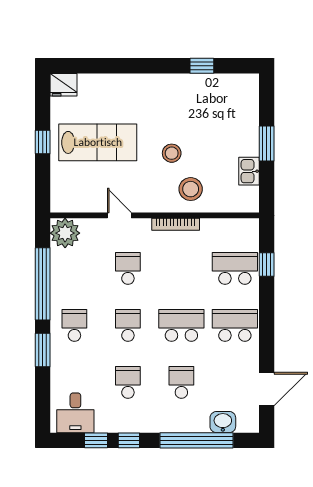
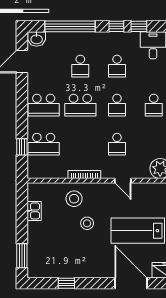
door: (108, 66) -> (131, 283), added
window: (267, 144) -> (22, 256), moved
washbasin: (223, 422) -> (37, 39), moved

